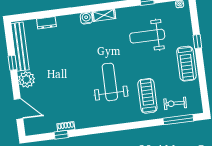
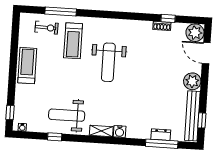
window: (44, 14) -> (162, 144), added
weight bench: (147, 36) -> (67, 115), moved, turned 180
window: (197, 41) -> (10, 112), moved
window: (12, 63) -> (202, 120), moved
window: (178, 120) -> (61, 11), moved
plant: (33, 126) -> (195, 33), added

